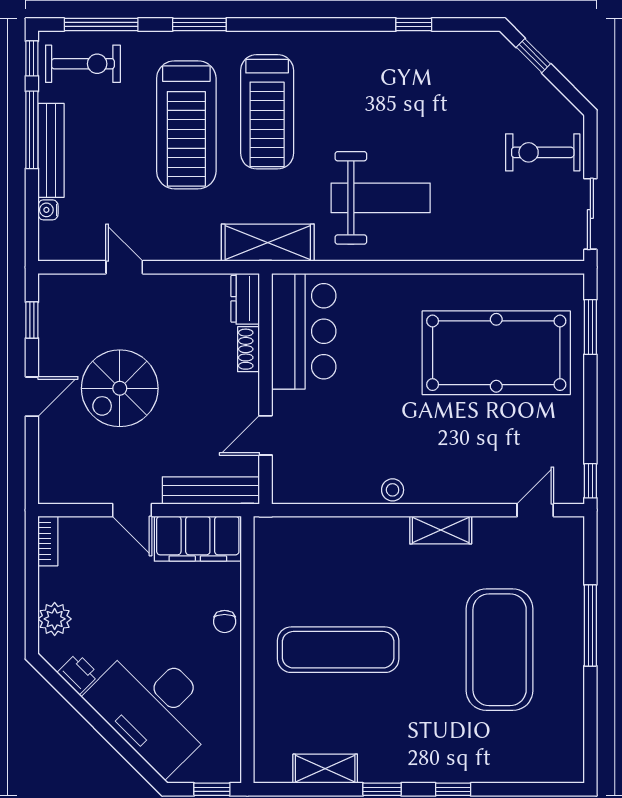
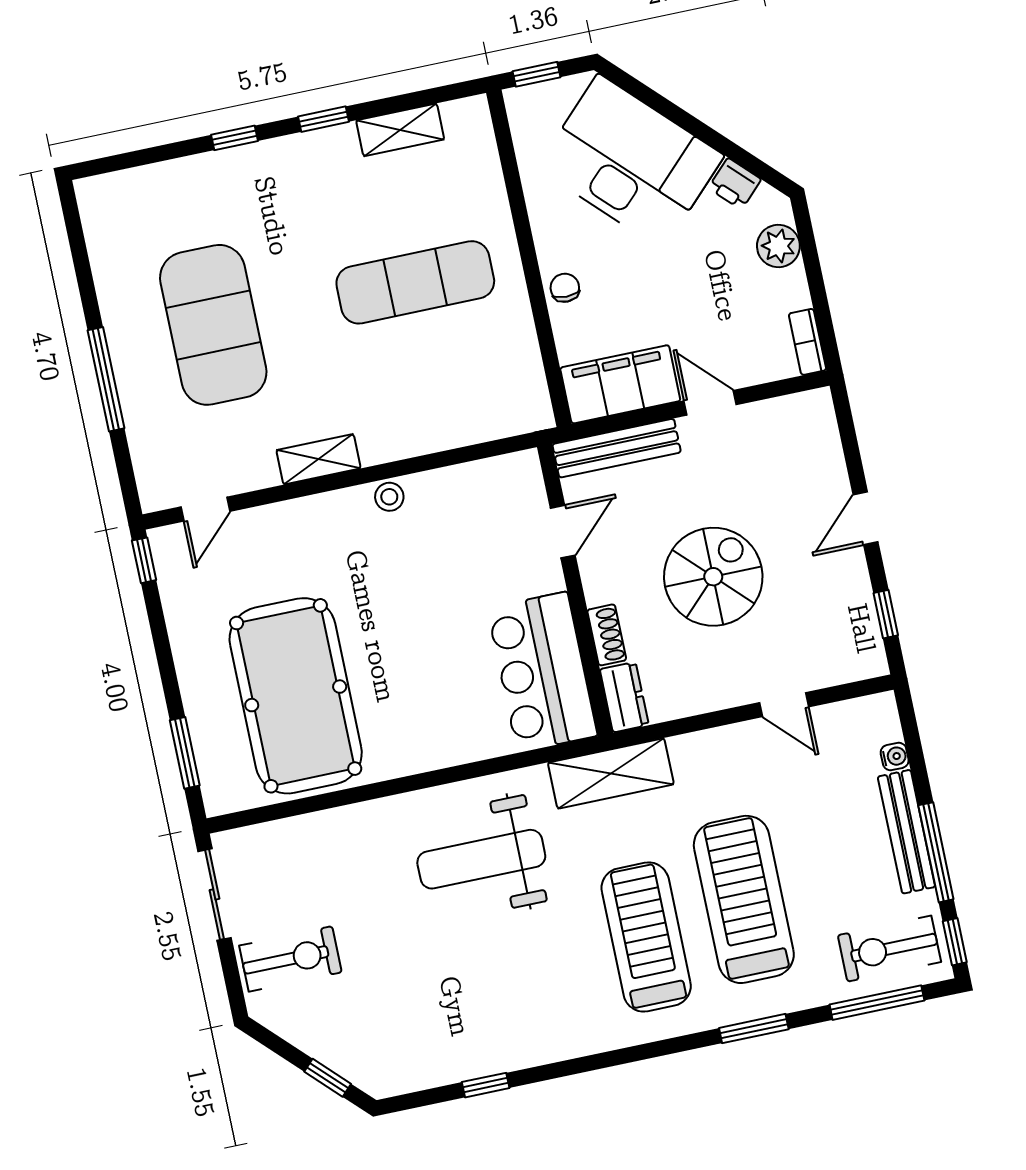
pool table: (496, 353) -> (296, 696), turned 90
spiral stairs: (120, 388) -> (713, 577), moved

